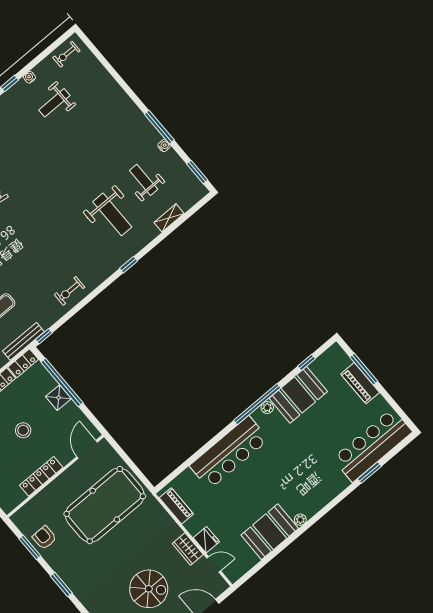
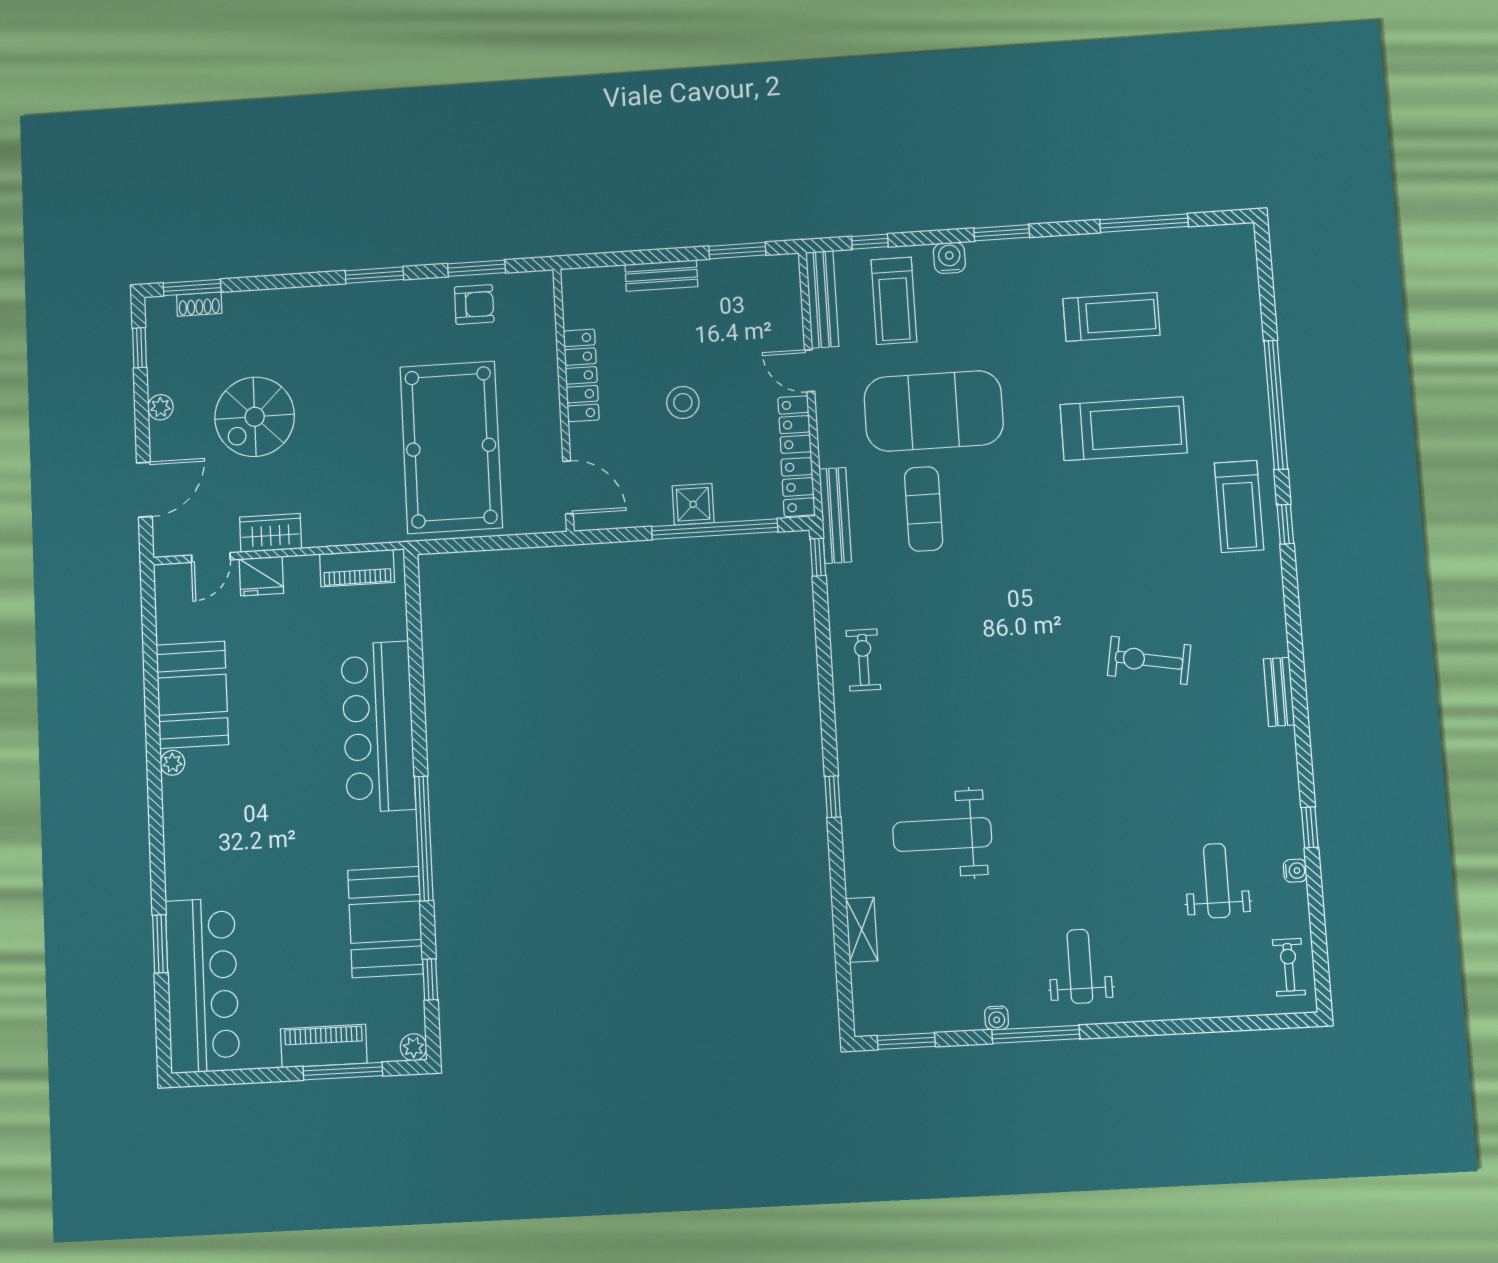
weight bench: (144, 180) -> (1080, 966), moved, turned -90
plant: (267, 408) -> (413, 1047), moved

